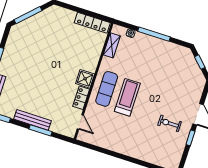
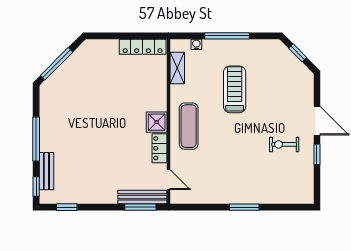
treadmill: (127, 97) -> (235, 89), moved
bench: (32, 120) -> (142, 197), moved
window: (40, 130) -> (140, 207), moved
window: (127, 158) -> (244, 207), added

